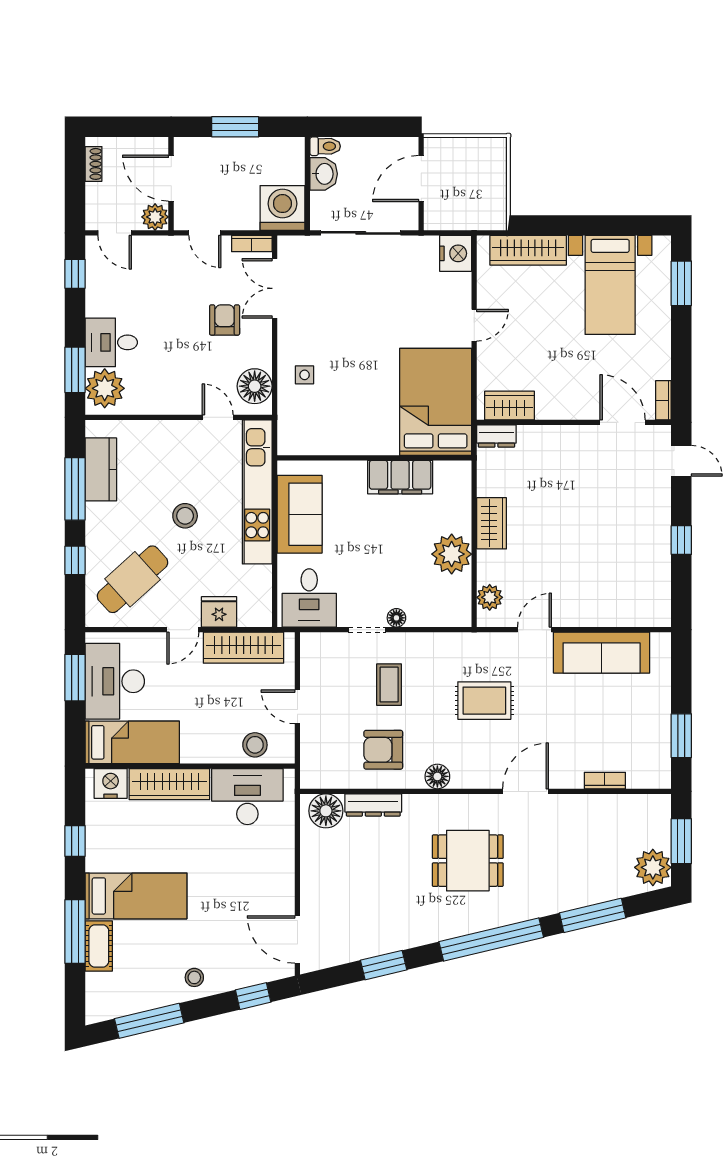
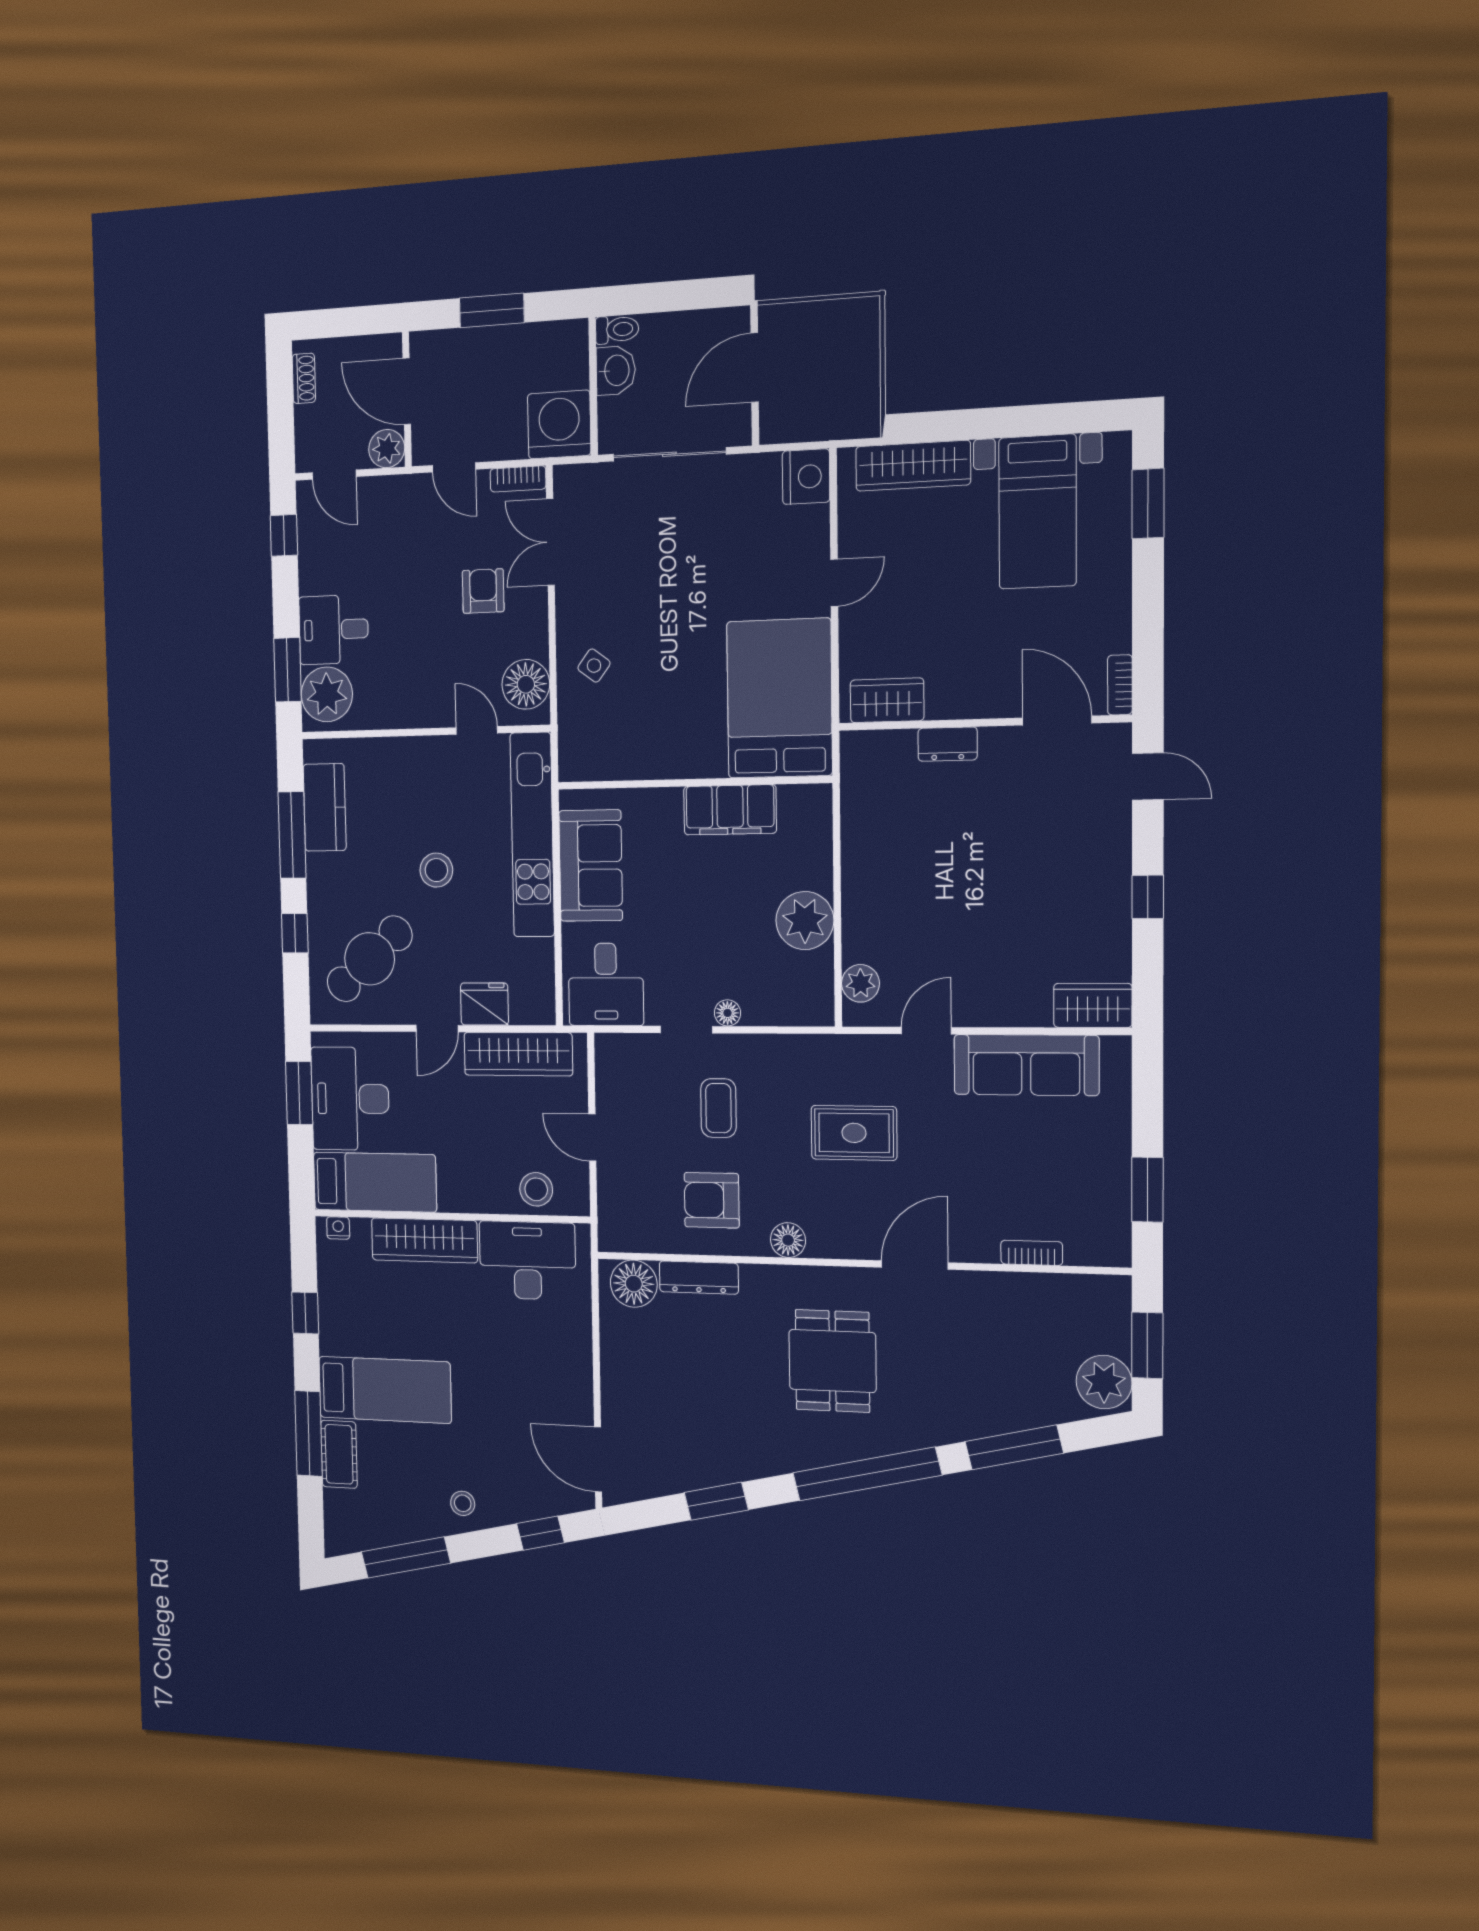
side table: (305, 375) -> (594, 666), turned 37
dresser: (496, 436) -> (948, 744), moved
wardrobe: (492, 523) -> (1093, 1005), moved, turned -90
nightstand: (111, 783) -> (338, 1228), width x0.53, depth x0.56
dining table: (468, 861) -> (832, 1361), turned 90

